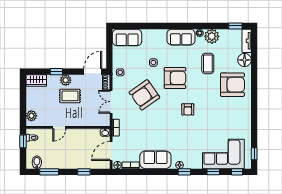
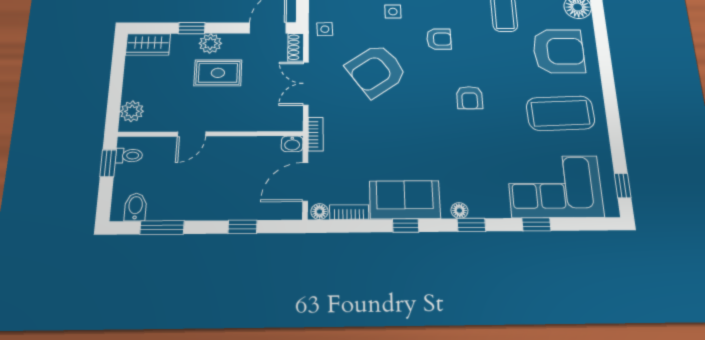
armchair: (175, 78) -> (439, 39), width x0.53, depth x0.53
coffee table: (230, 118) -> (560, 113), added
window: (237, 172) -> (406, 225), moved

